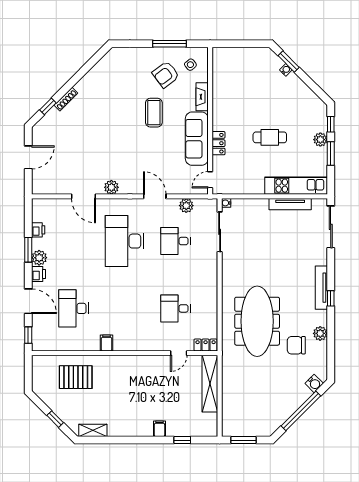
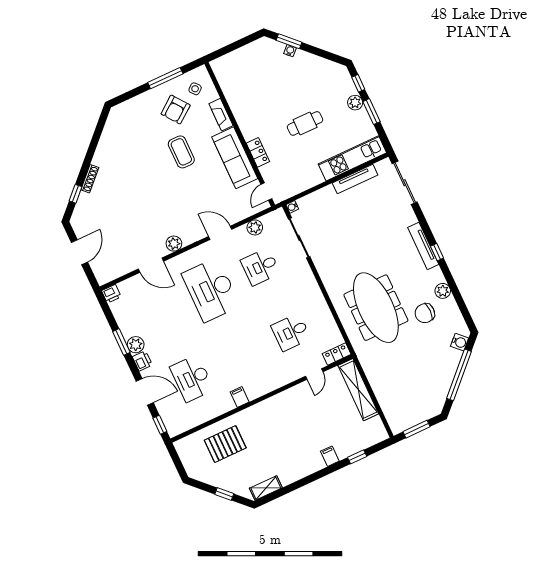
printer: (38, 230) -> (111, 294), moved, turned 90

